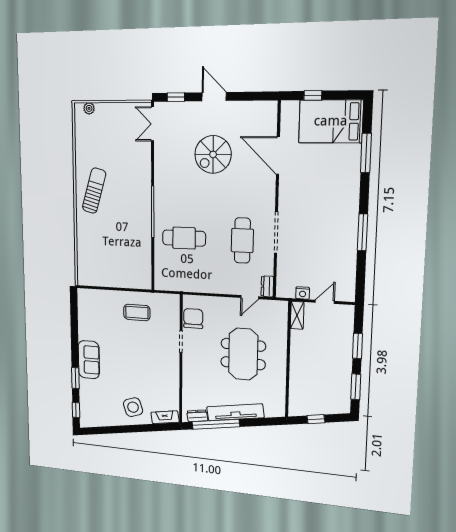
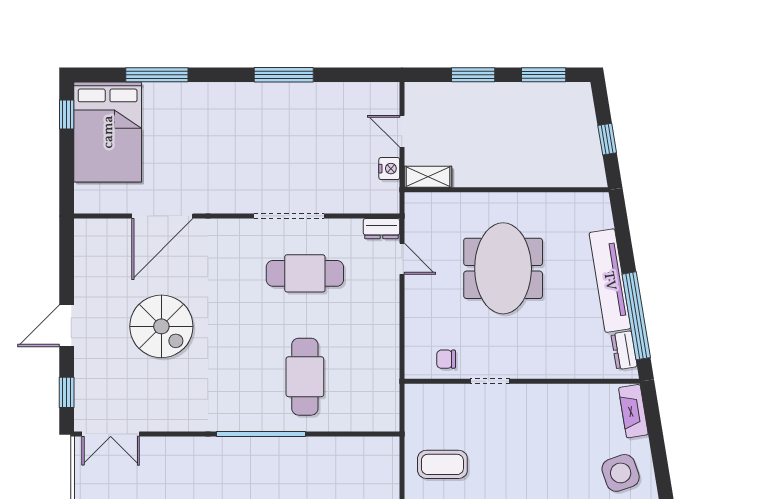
window: (313, 95) -> (67, 114), moved
coffee table: (137, 312) -> (442, 464), turned 90
chair: (193, 318) -> (446, 359), width x0.54, depth x0.54
meeting table: (243, 354) -> (503, 268), turned 90

